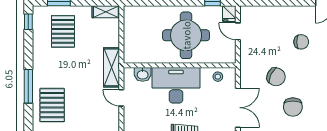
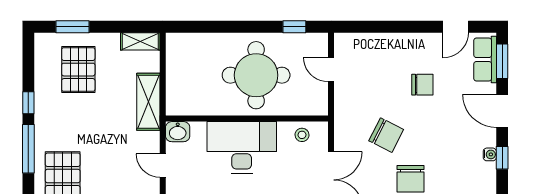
fridge: (229, 14) -> (319, 44), removed
window: (28, 22) -> (28, 103), moved
shelving: (111, 67) -> (148, 102), moved
washbasin: (143, 74) -> (178, 132), moved

